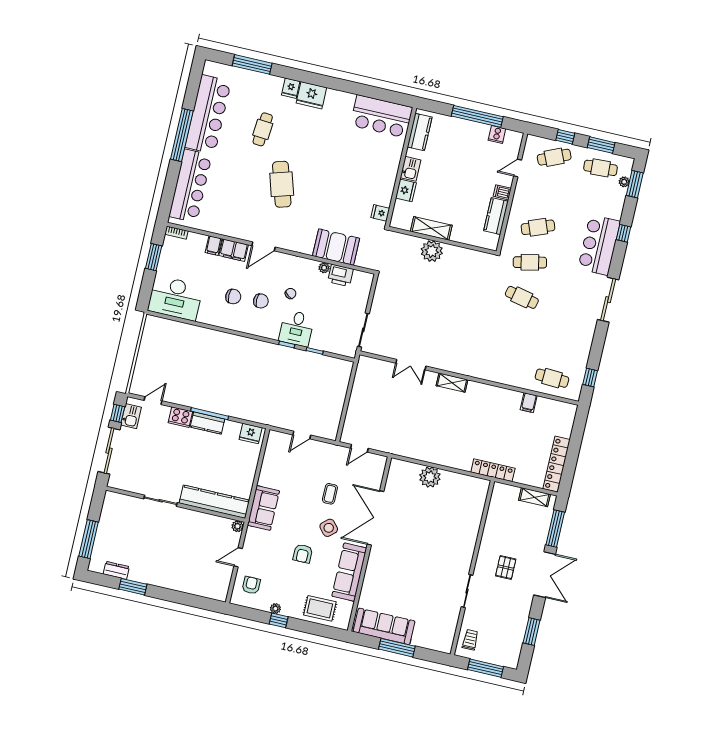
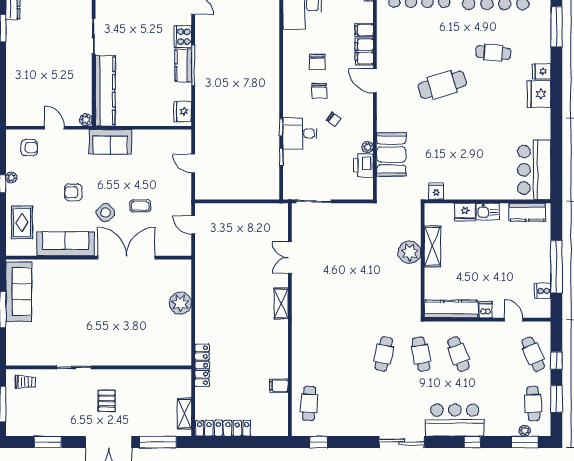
kitchen counter: (496, 216) -> (451, 309), width x1.50
pallet: (506, 567) -> (107, 401), turned 90

